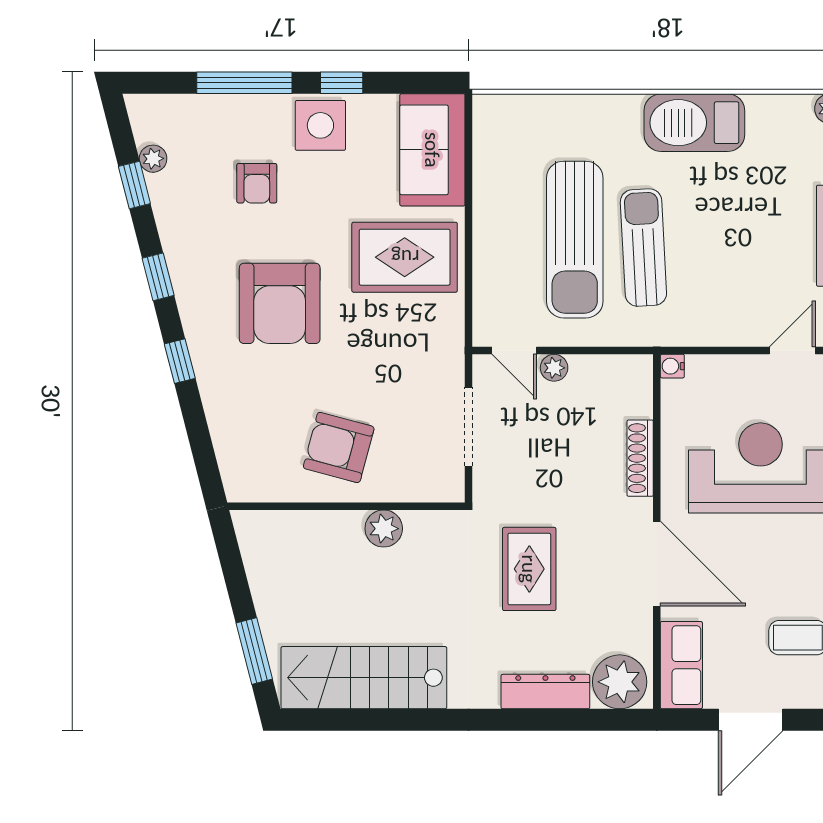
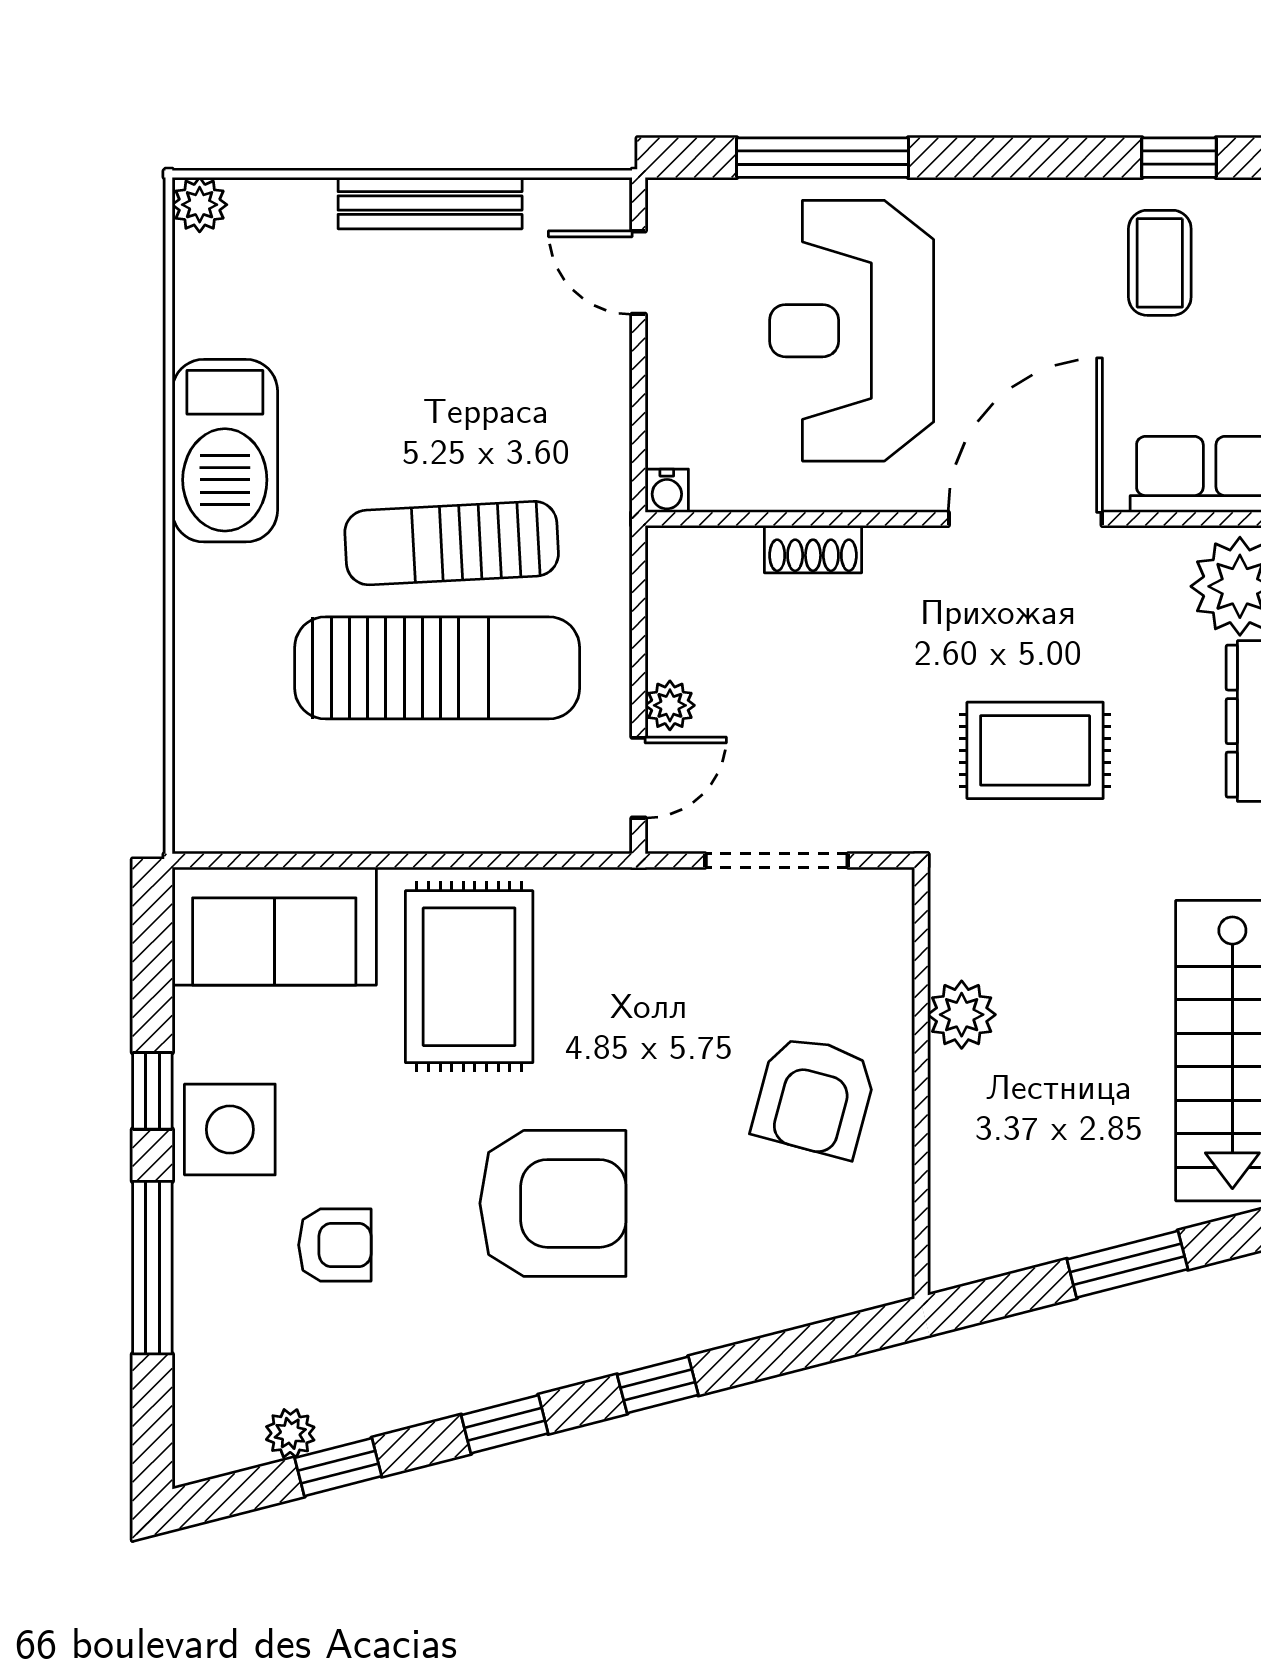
shoe rack: (640, 458) -> (813, 549), width x0.70
window: (254, 651) -> (1127, 1264), moved

